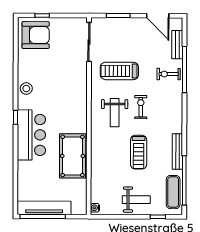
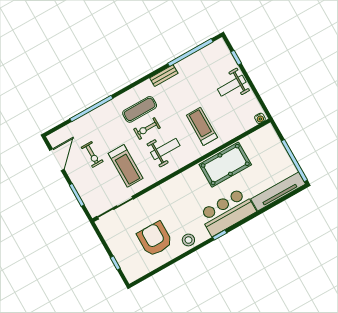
armchair: (36, 35) -> (155, 239), moved
bench: (177, 45) -> (73, 128), removed
exercise bike: (169, 74) -> (92, 154), moved
treadmill: (139, 152) -> (202, 126), moved, turned -90
bench: (177, 152) -> (164, 76), width x0.73
exercise mat: (173, 192) -> (140, 109), moved
weight bench: (136, 200) -> (232, 86), turned -90
tv unit: (44, 208) -> (278, 192), moved, turned 90

